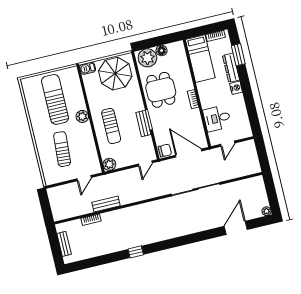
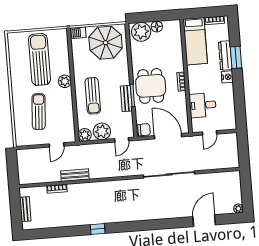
window: (238, 55) -> (236, 57), moved
dining table: (161, 90) -> (151, 86), moved
plant: (125, 158) -> (102, 131), added

